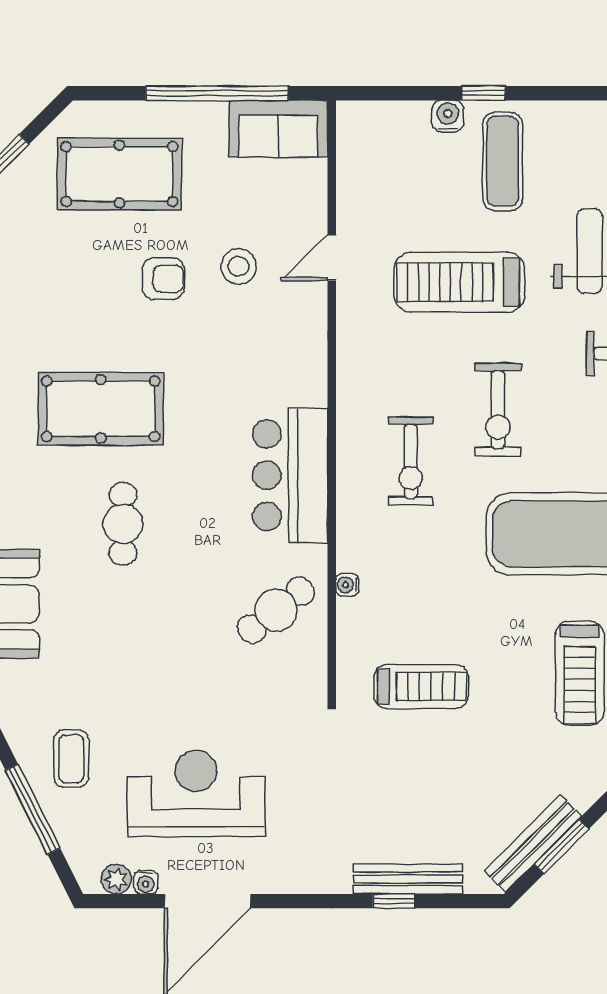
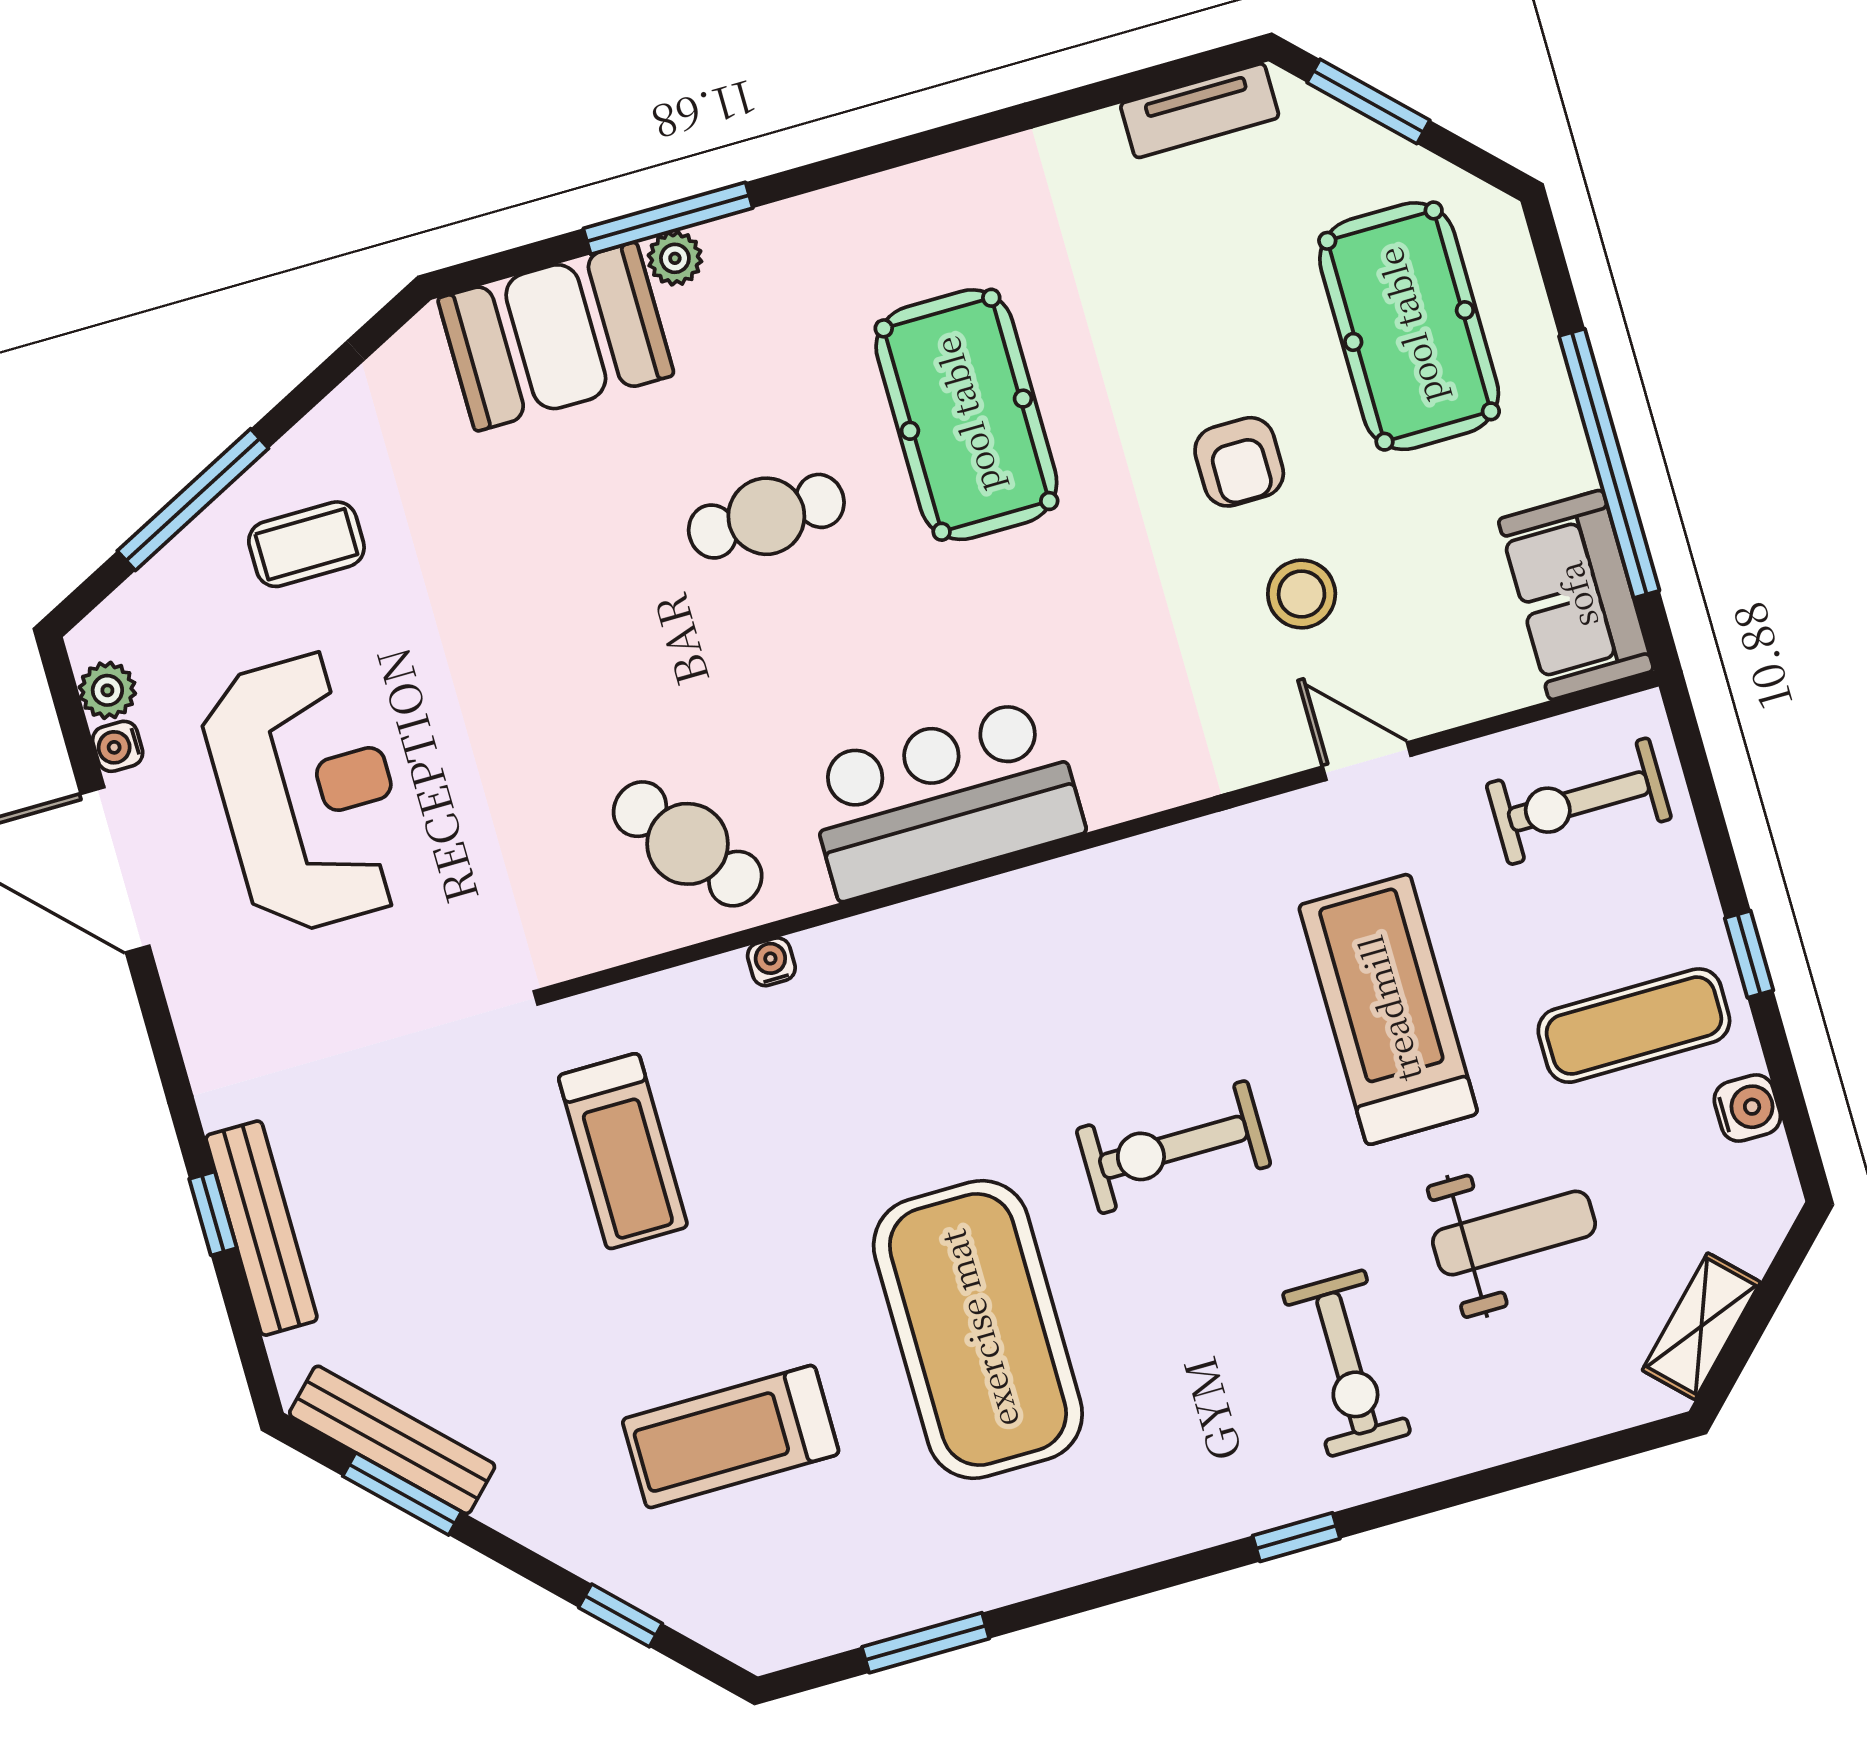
water cooler: (448, 116) -> (1747, 1108), moved
exercise bike: (411, 461) -> (1579, 801), moved

